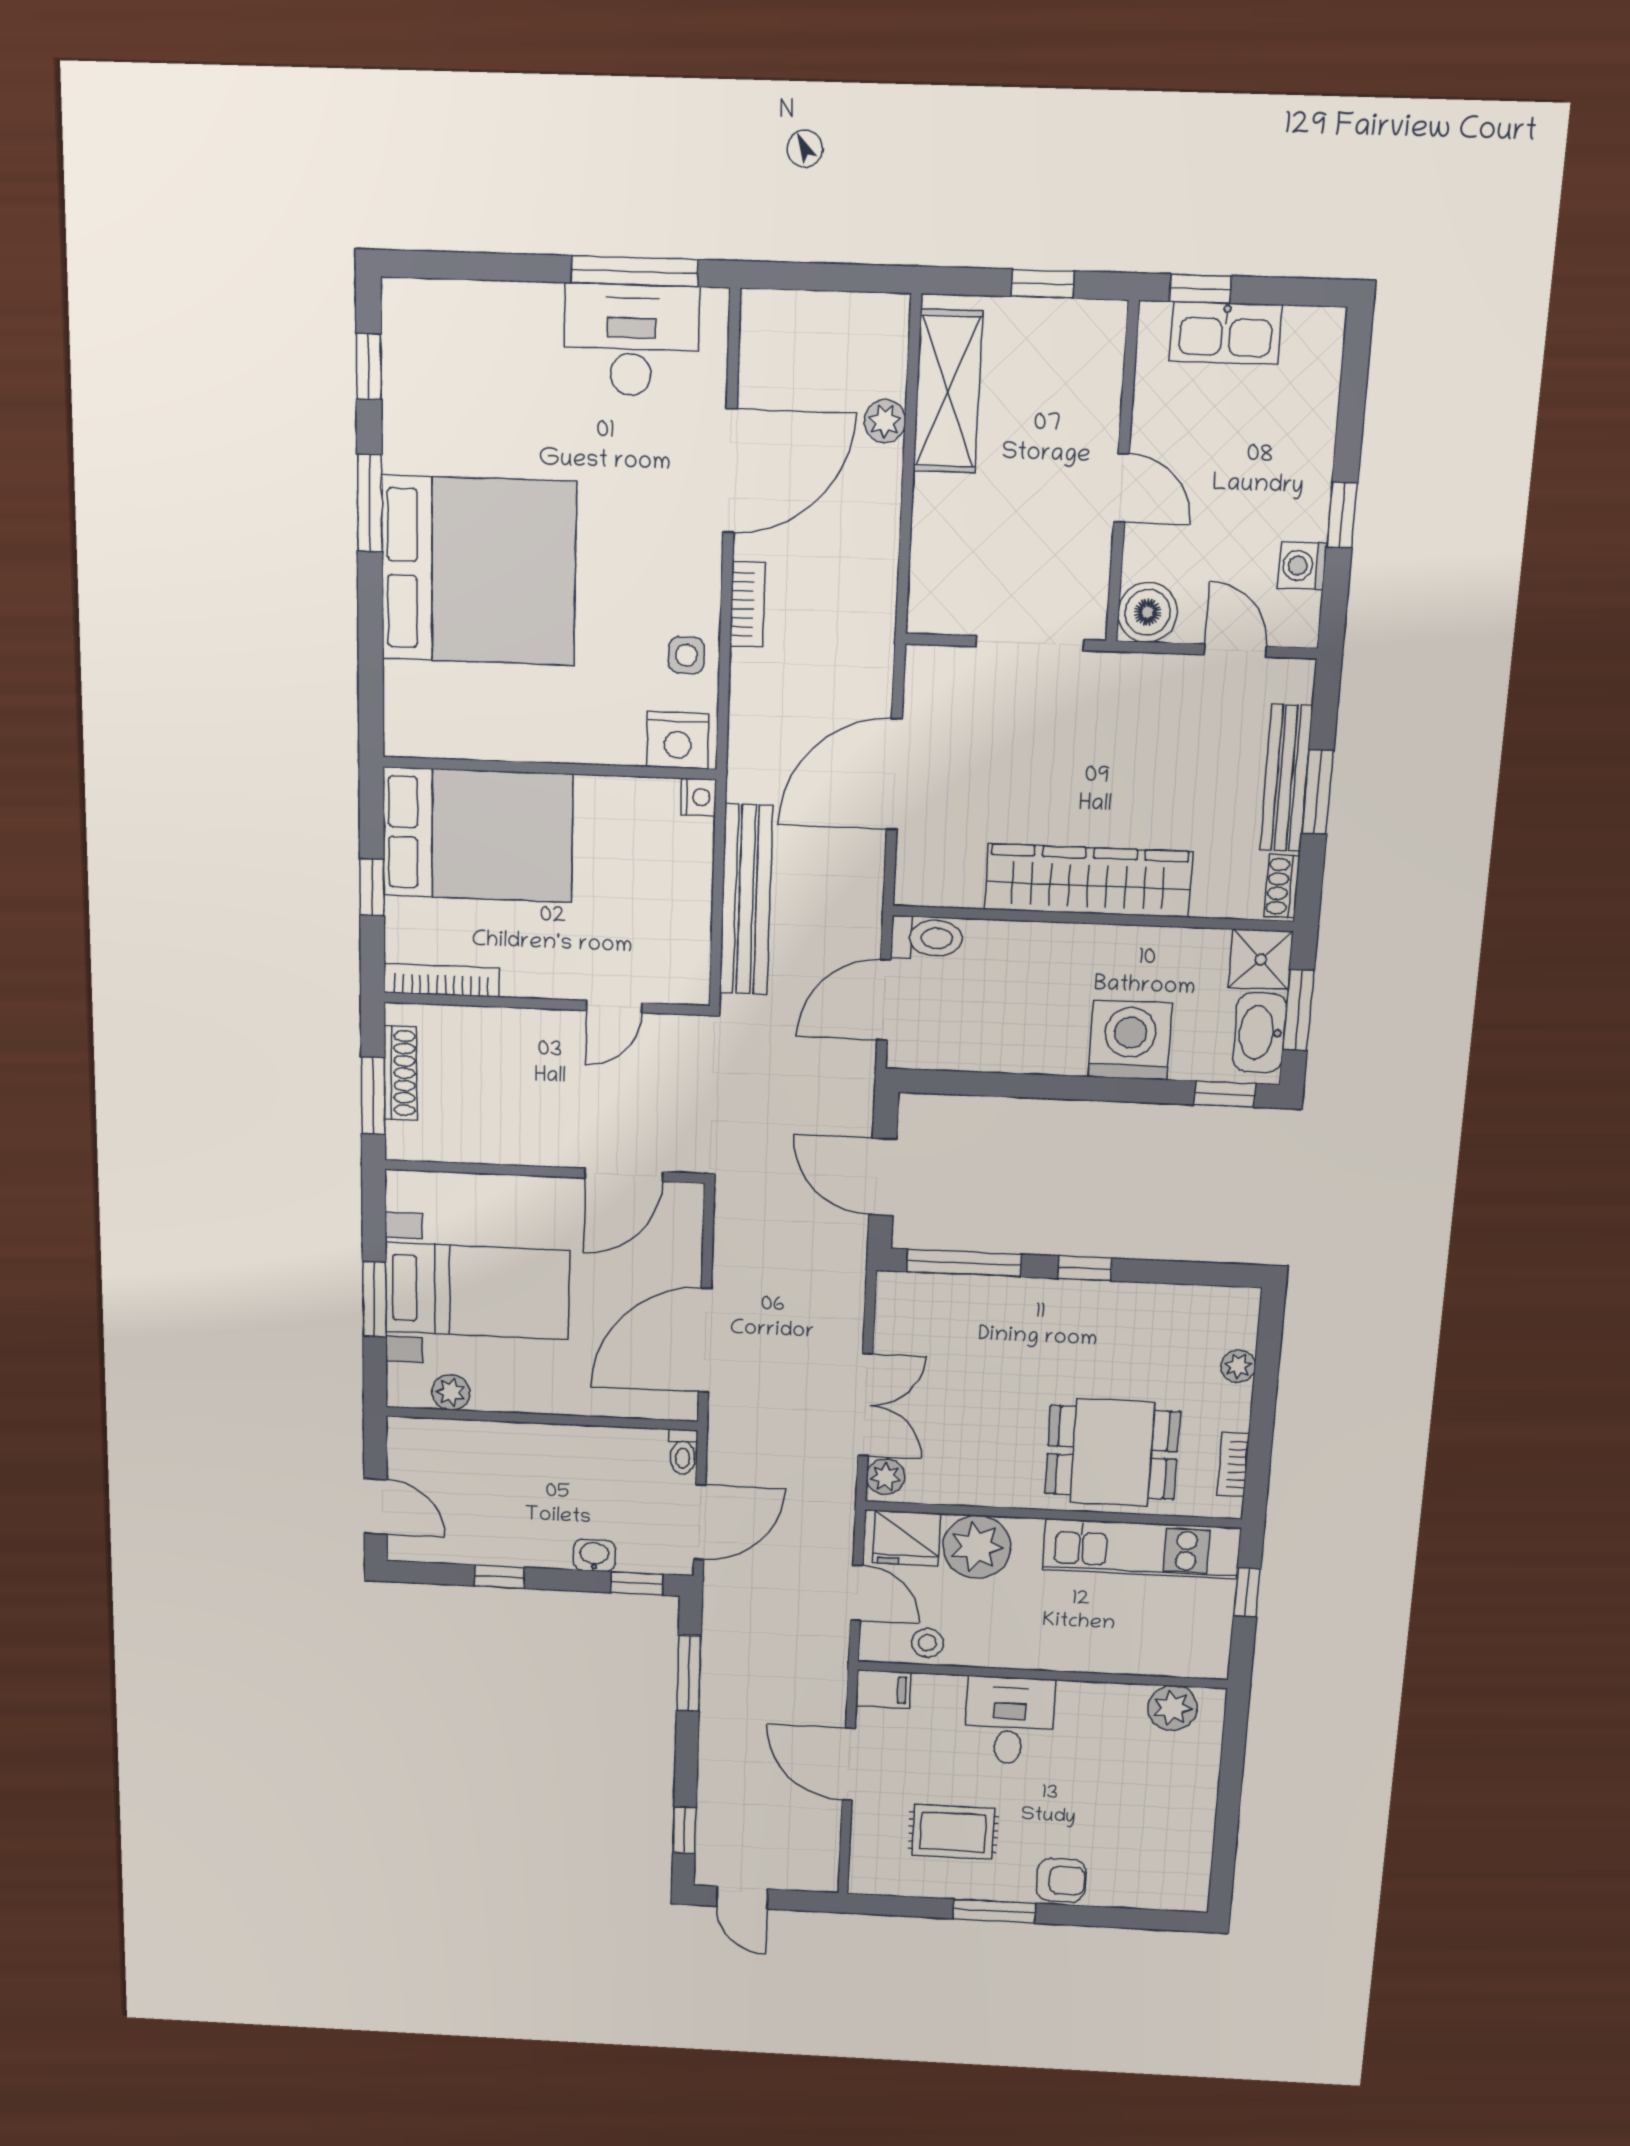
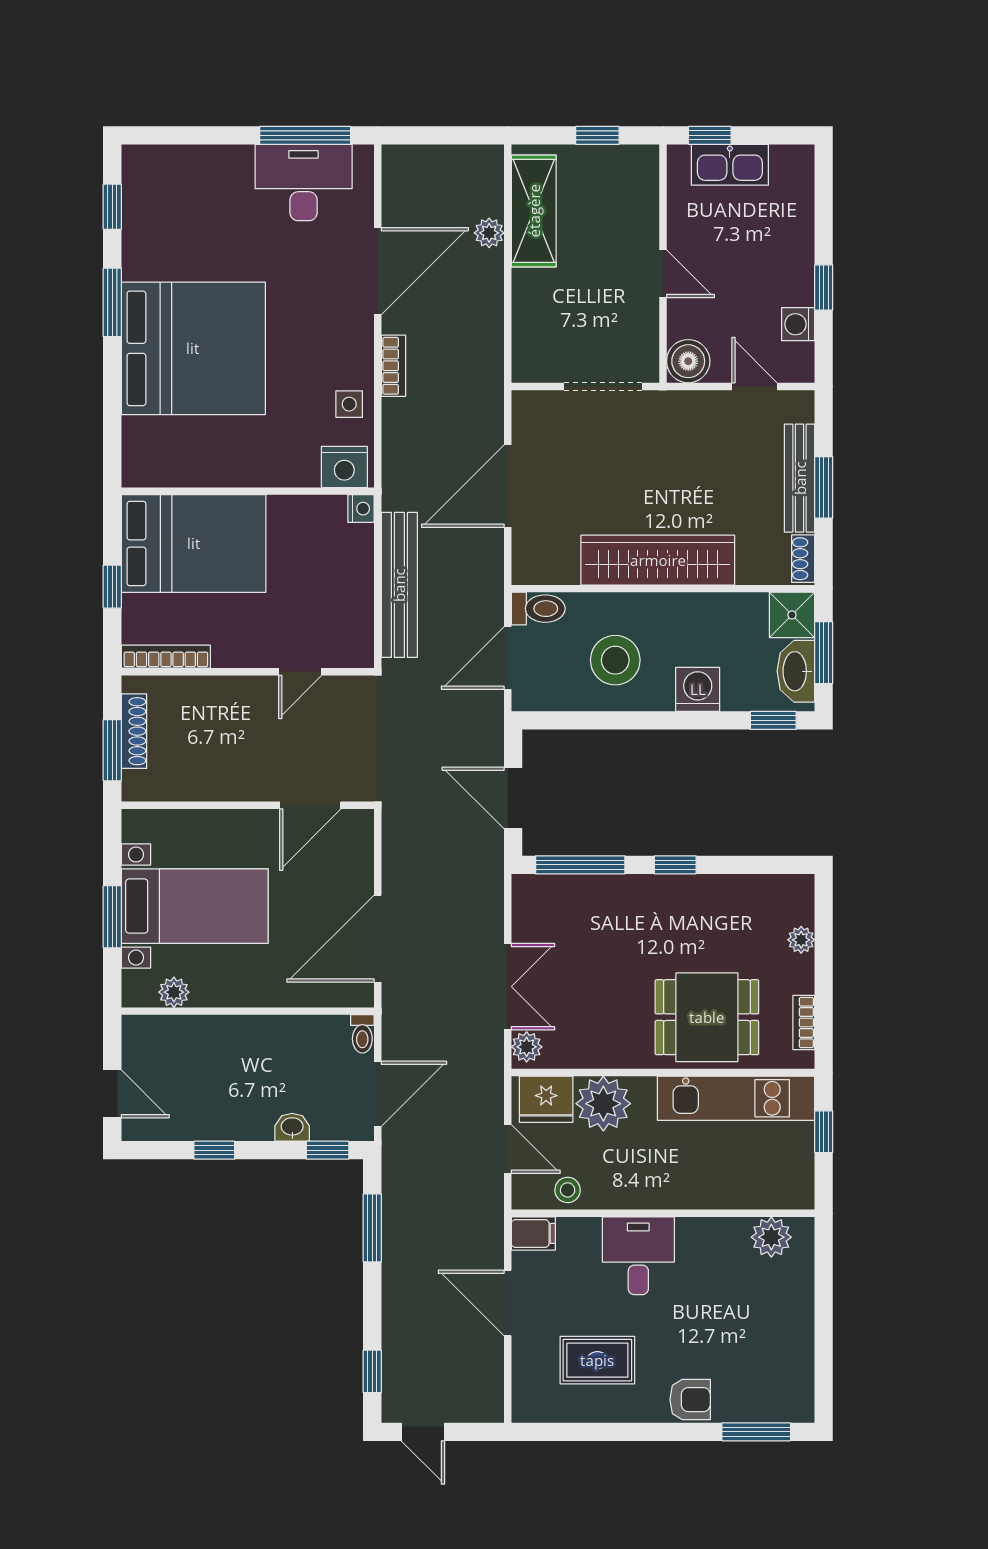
stool: (1024, 1009) -> (615, 660), added
washing machine: (1130, 1040) -> (698, 689), width x0.73, depth x0.73
window: (994, 1911) -> (756, 1432), moved

